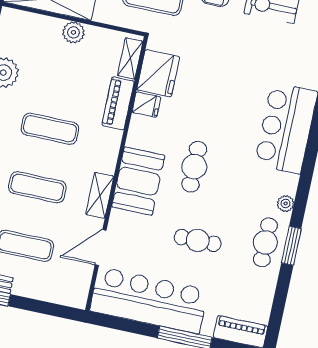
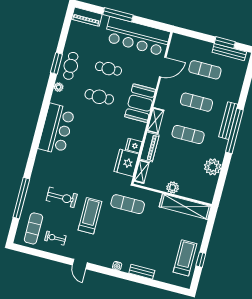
cafe table: (194, 167) -> (99, 97), moved, turned 90
shelving: (100, 195) -> (156, 121), moved

